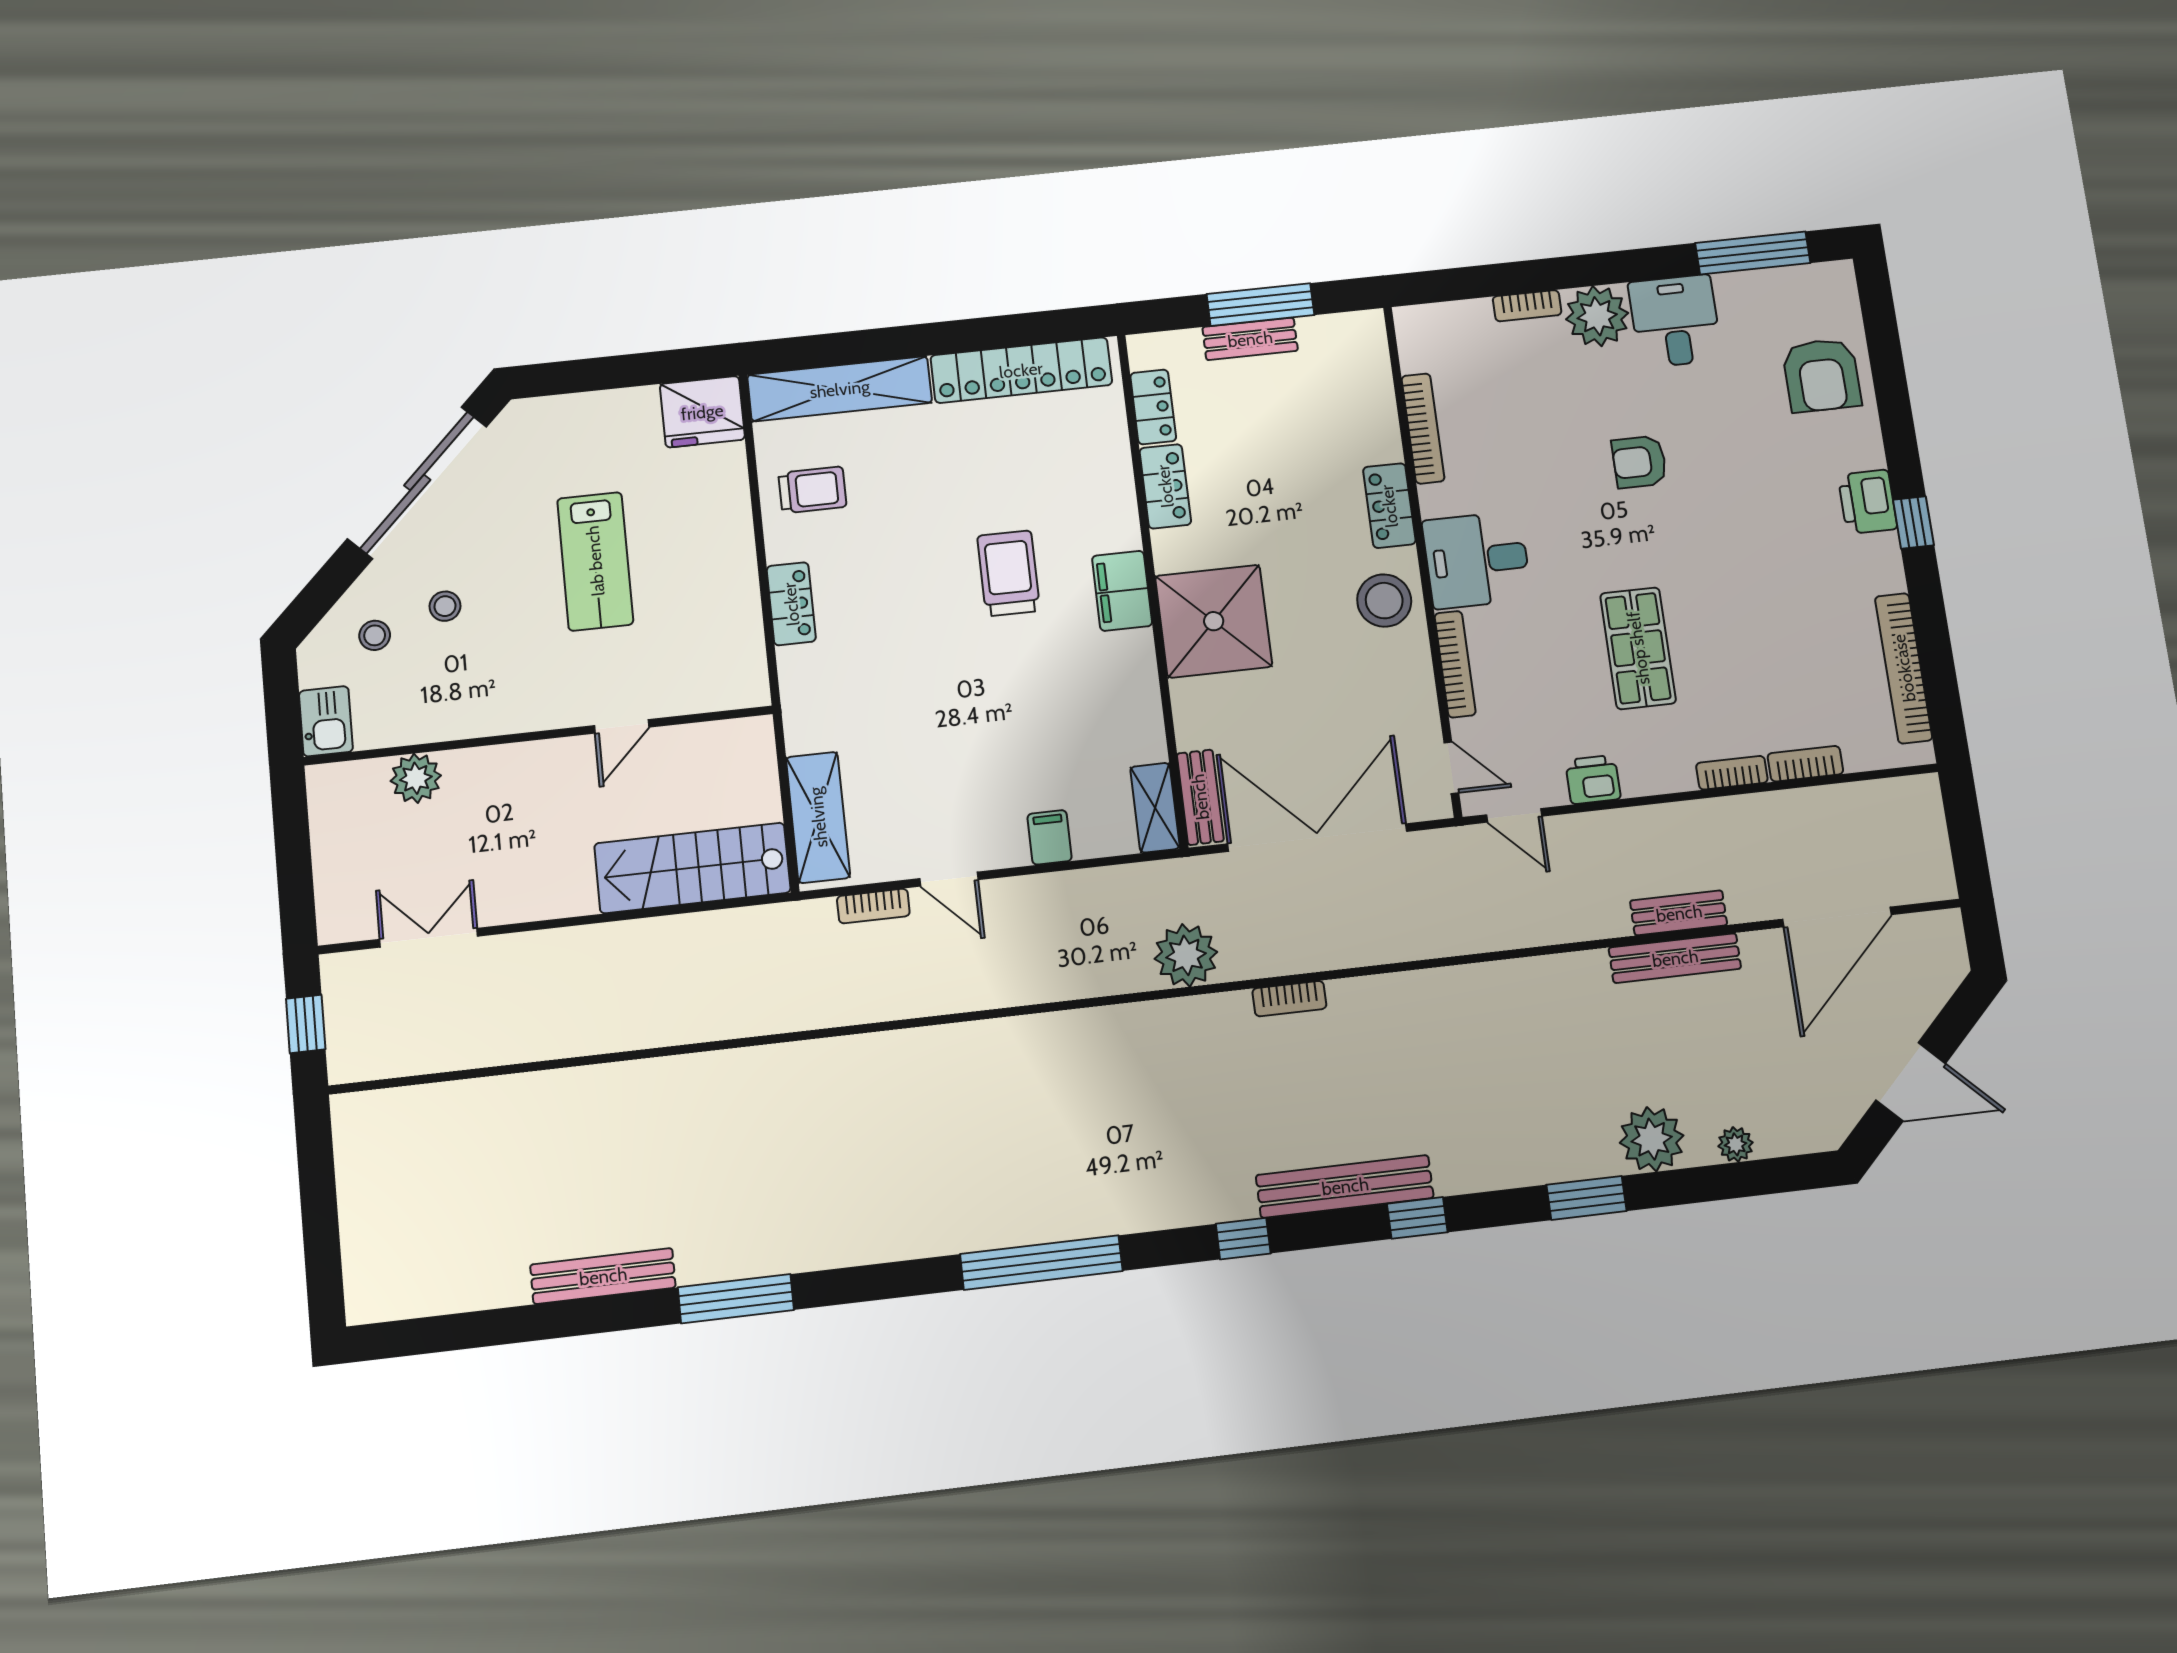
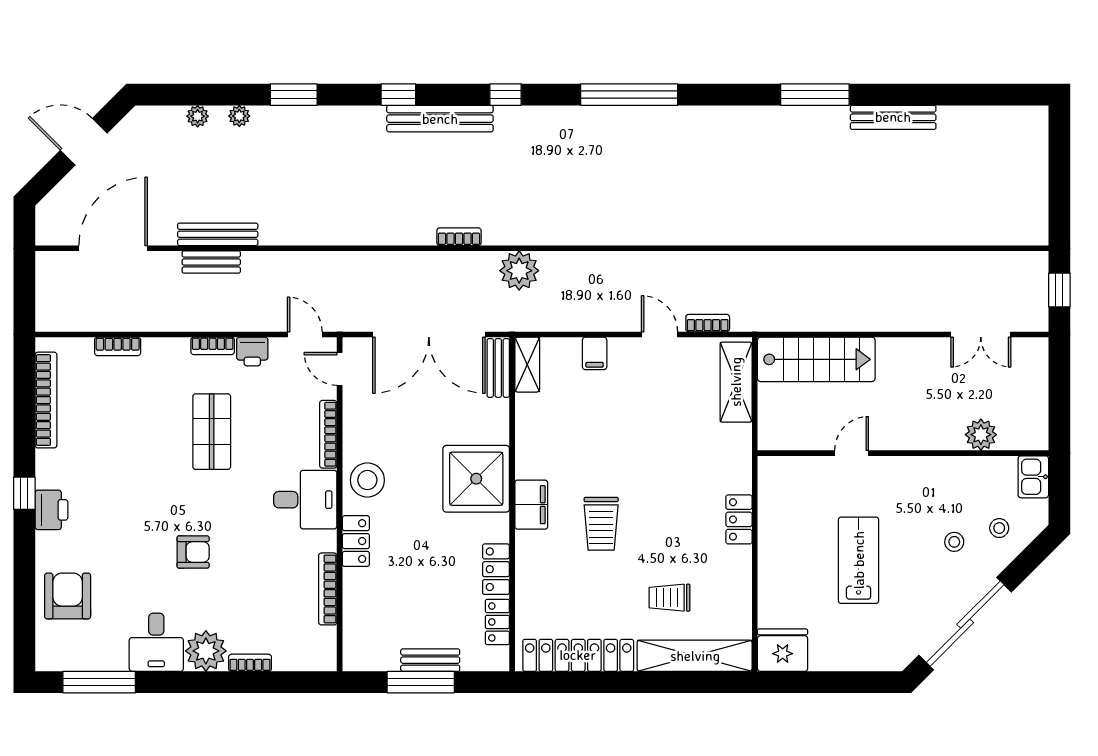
trolley: (812, 490) -> (669, 598), moved
bookcase: (1732, 773) -> (213, 346), moved
plant: (1652, 1139) -> (239, 116), width x0.53, depth x0.53

